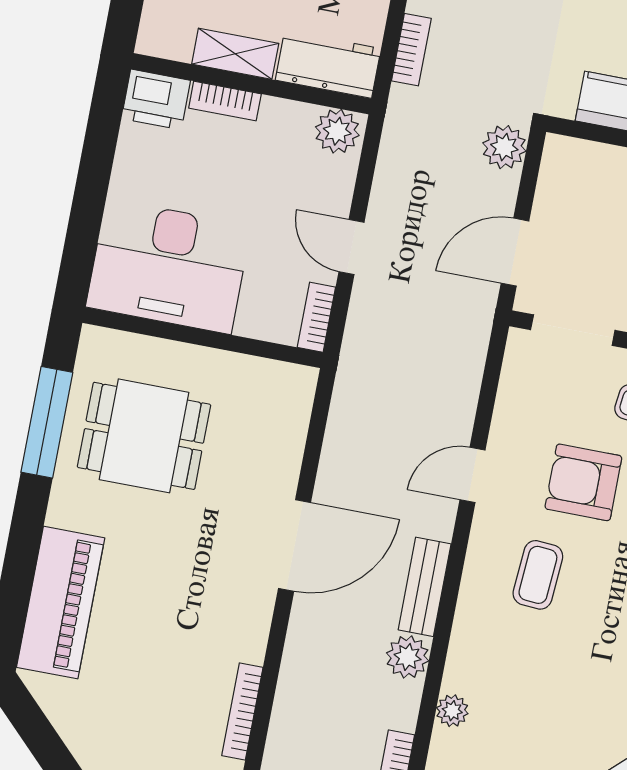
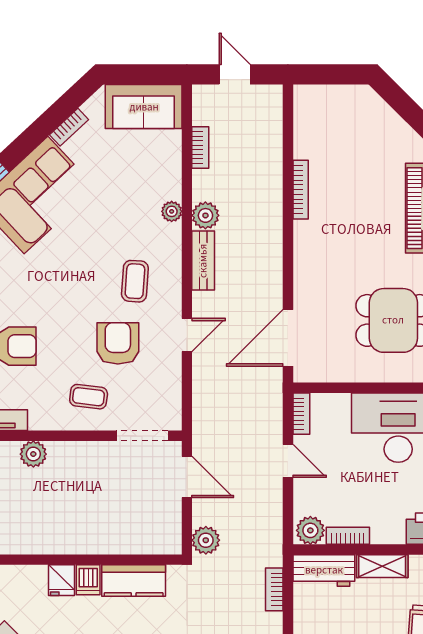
bookcase: (225, 101) -> (348, 536), moved
door: (515, 252) -> (187, 477), hinge flipped
armchair: (583, 482) -> (118, 343), turned -90
door: (295, 546) -> (288, 338), moved
bookcase: (242, 711) -> (301, 190), moved
plant: (452, 711) -> (172, 211), moved

